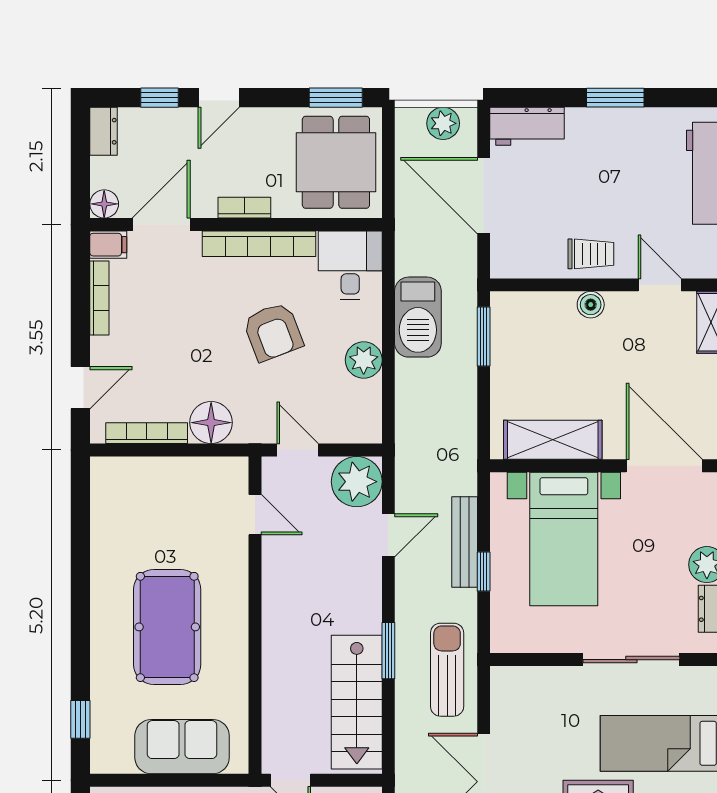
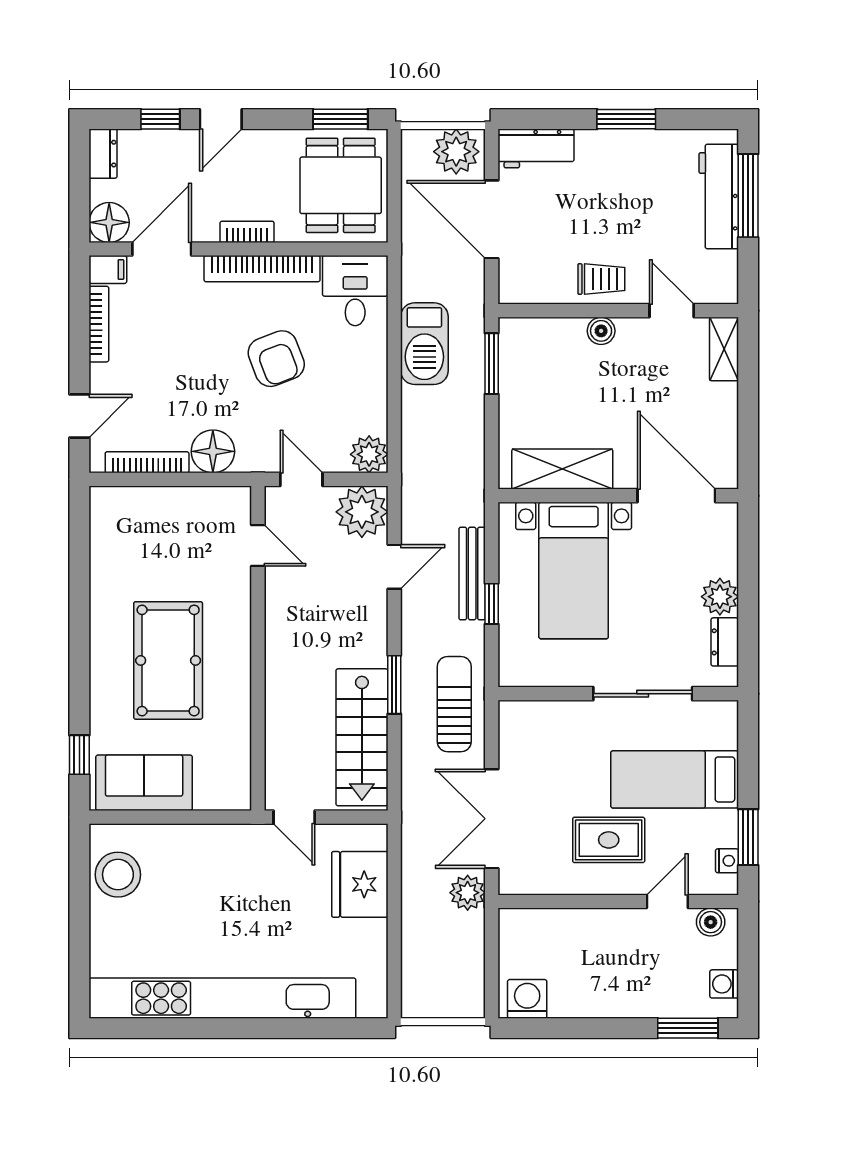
plant: (443, 123) -> (456, 152), width x1.36, depth x1.36
floor lamp: (104, 204) -> (109, 222), width x1.38, depth x1.38
plant: (364, 360) -> (369, 454), moved
sofa: (182, 747) -> (144, 783), moved

